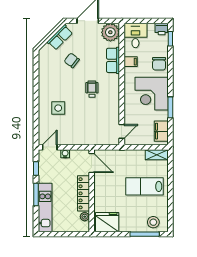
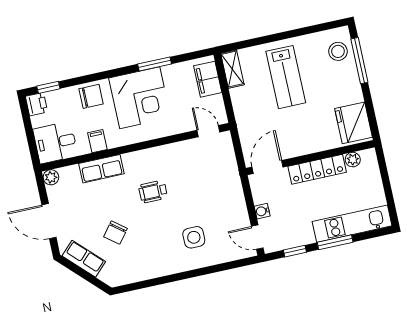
plant: (110, 32) -> (51, 177), width x0.53, depth x0.53
filing cabinet: (161, 131) -> (208, 79), moved, turned 90

